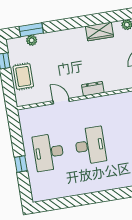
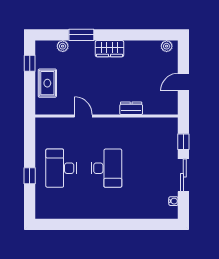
window: (31, 30) -> (81, 35), moved
wardrobe: (99, 31) -> (109, 49), moved
dresser: (93, 89) -> (131, 108), moved

